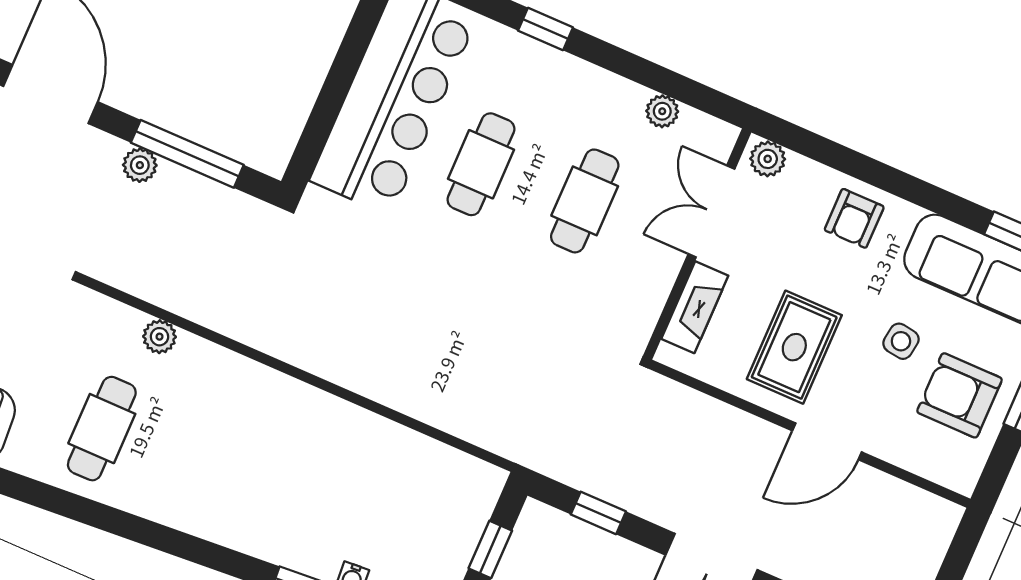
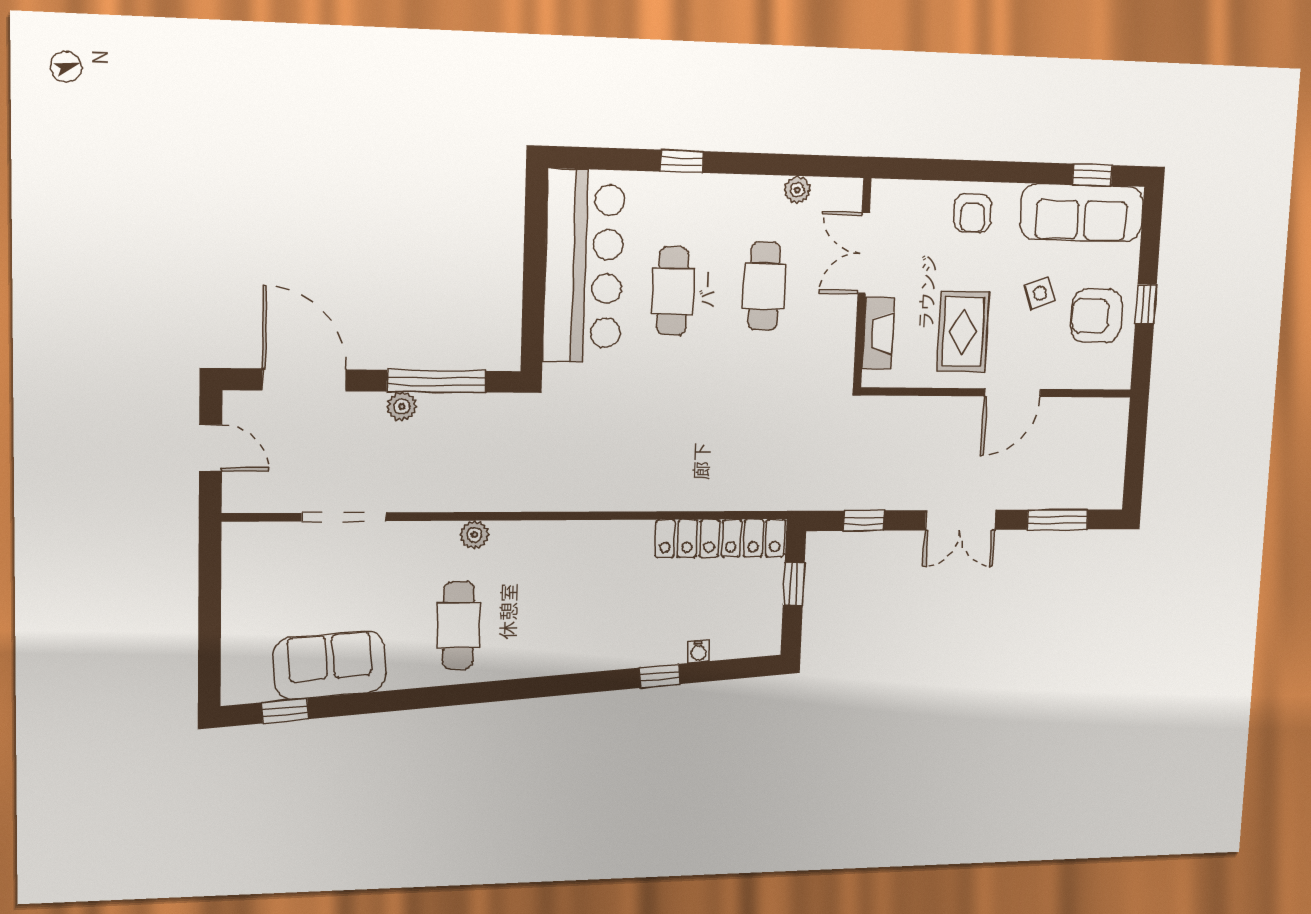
plant: (768, 159) -> (891, 194), removed
side table: (901, 341) -> (1040, 293), turned -30
locker: (427, 460) -> (720, 538), added

